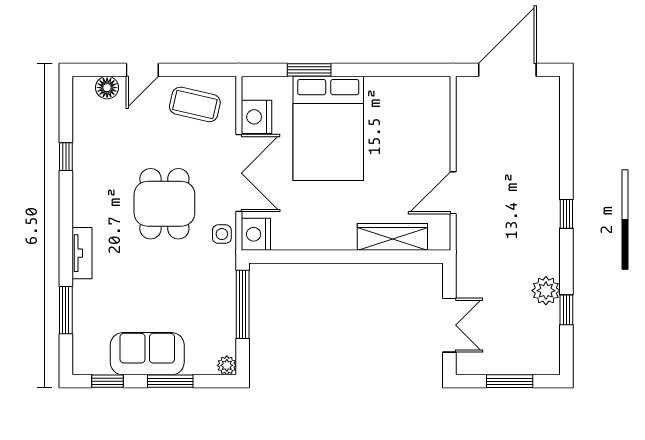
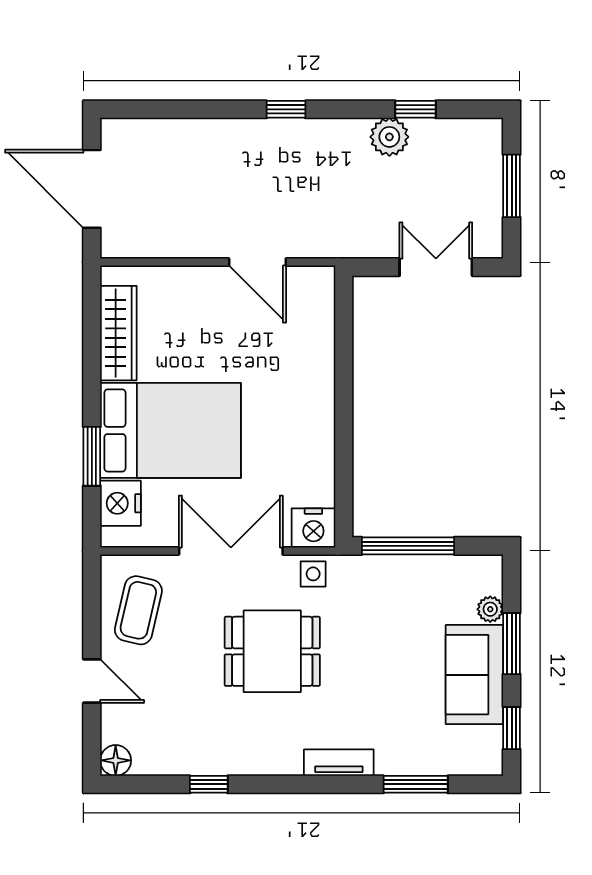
floor lamp: (107, 88) -> (116, 760), moved
nightstand: (256, 117) -> (121, 503), moved, turned 90
wardrobe: (392, 237) -> (118, 333), moved, turned 180
plant: (227, 365) -> (490, 609), moved

